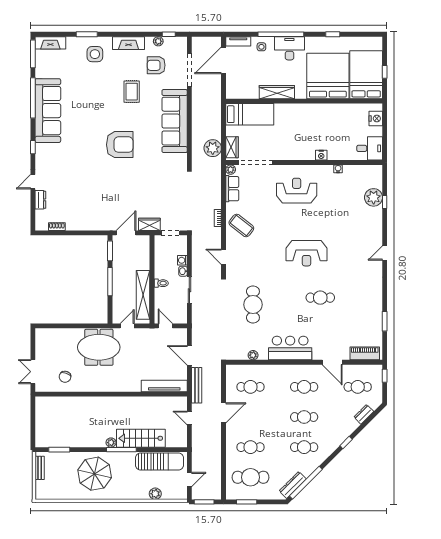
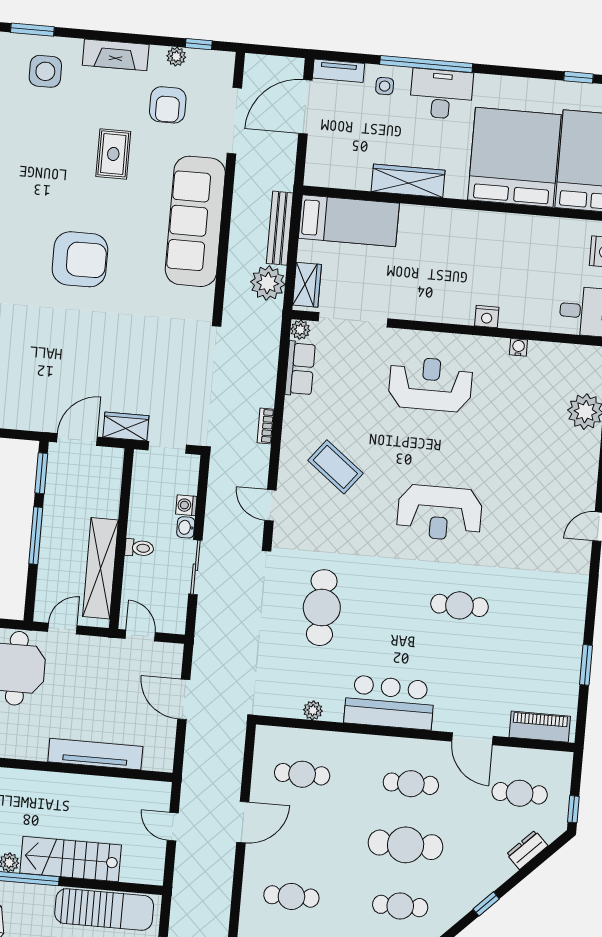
window: (333, 34) -> (579, 77), moved
armchair: (156, 65) -> (168, 105), turned -90
coffee table: (241, 226) -> (335, 467), moved
window: (385, 376) -> (573, 809), moved
bench: (197, 385) -> (280, 228), moved
tv unit: (164, 386) -> (95, 754), moved
cafe table: (304, 417) -> (406, 845), width x1.37, depth x1.35

